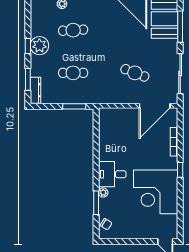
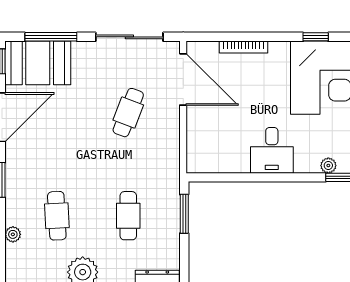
window: (180, 170) -> (316, 37), moved
desk: (112, 174) -> (272, 150), moved

